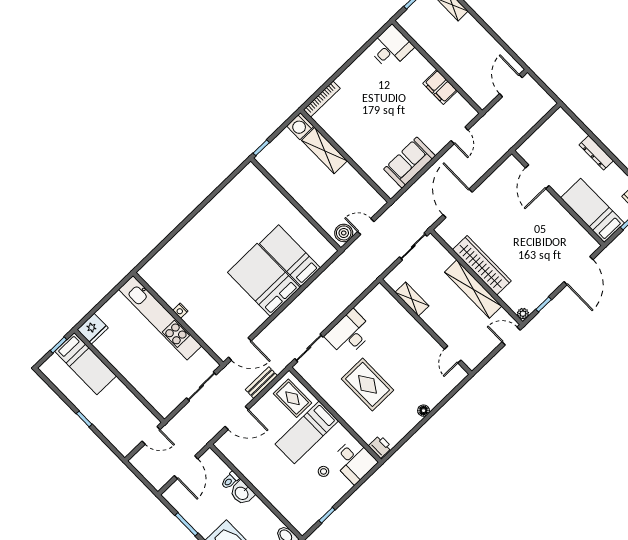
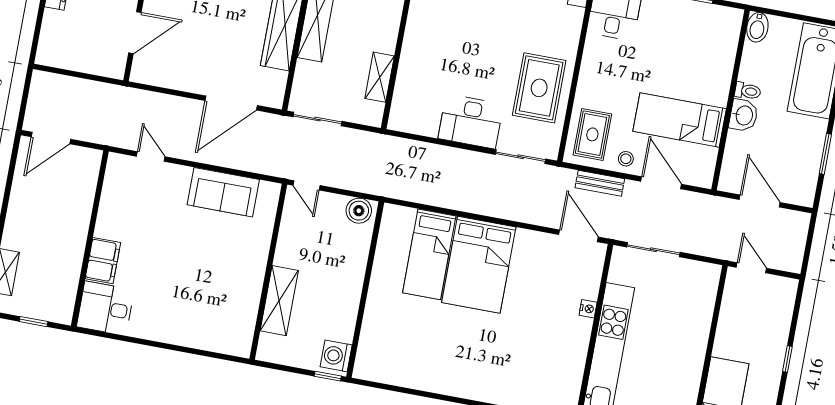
filing cabinet: (440, 87) -> (103, 261), moved
bookcase: (322, 99) -> (222, 346), removed
washing machine: (300, 126) -> (336, 356), moved, turned 180
door: (460, 135) -> (151, 156), hinge flipped
door: (366, 227) -> (307, 185), moved
nightstand: (180, 311) -> (588, 309), moved
rug: (367, 384) -> (539, 88), moved
bed: (307, 432) -> (680, 120), moved, turned 180
door: (186, 467) -> (760, 201), hinge flipped
stool: (324, 471) -> (626, 159), moved
toilet: (230, 480) -> (748, 91), moved

